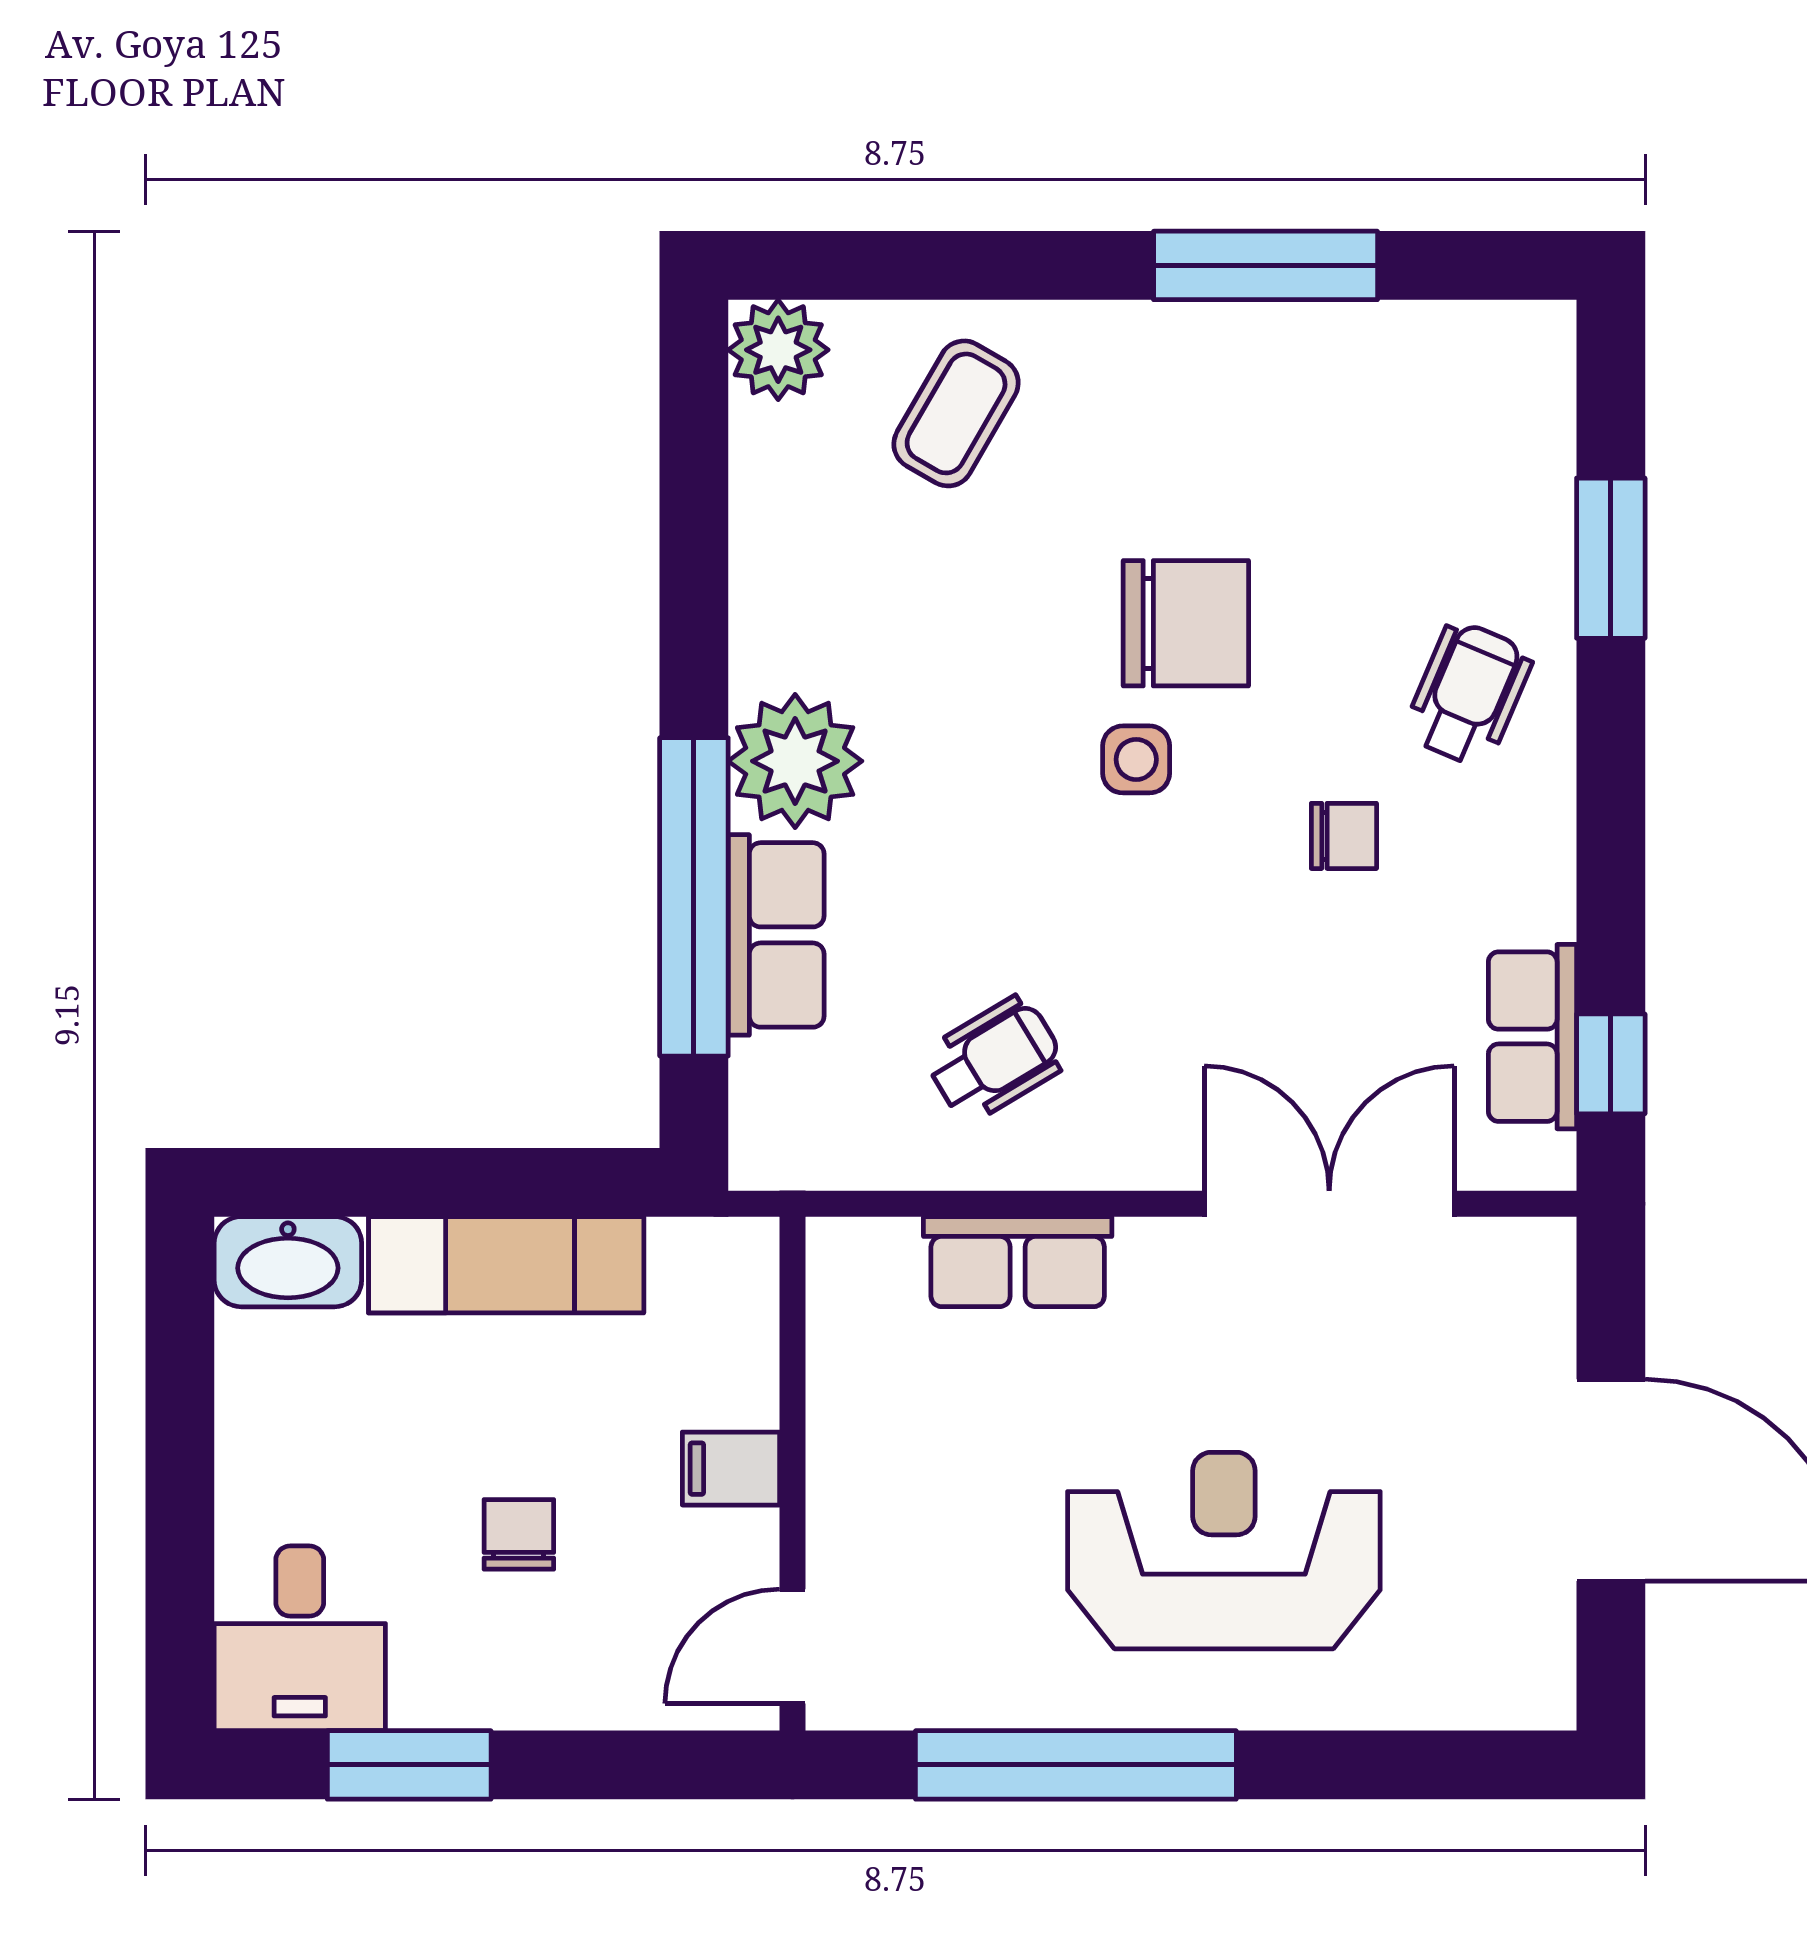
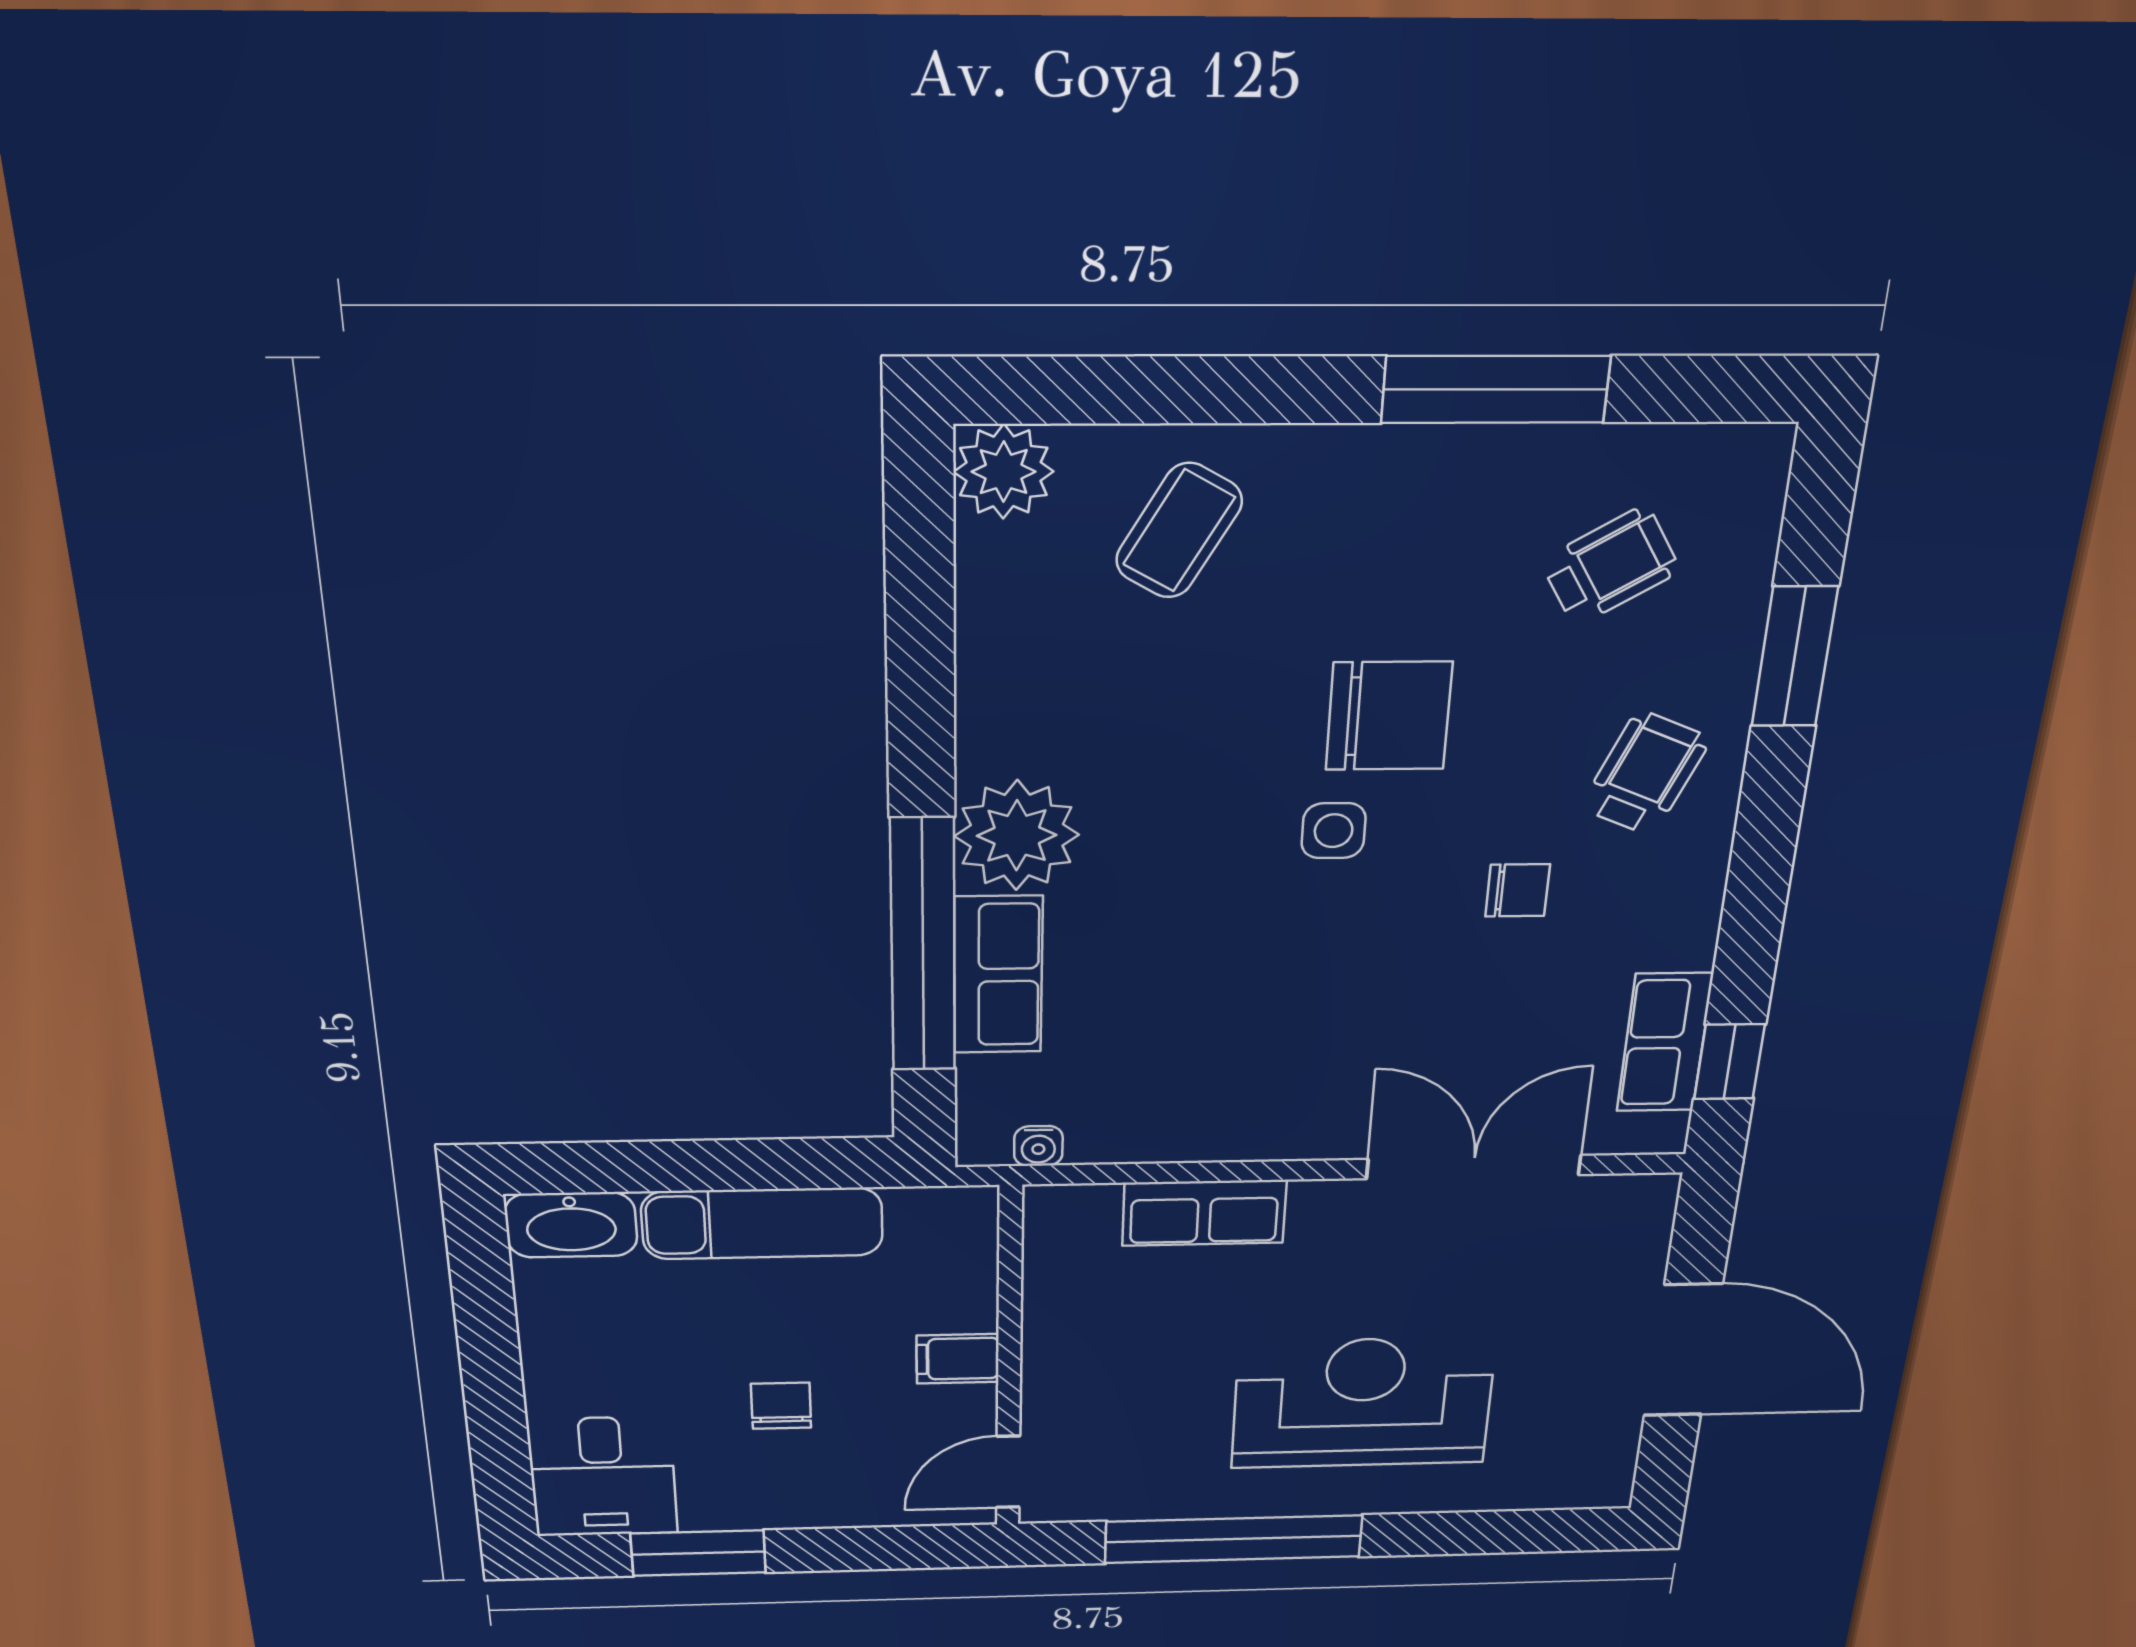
wheelchair: (994, 1059) -> (1610, 566), moved
water cooler: (823, 1163) -> (1038, 1146), added

